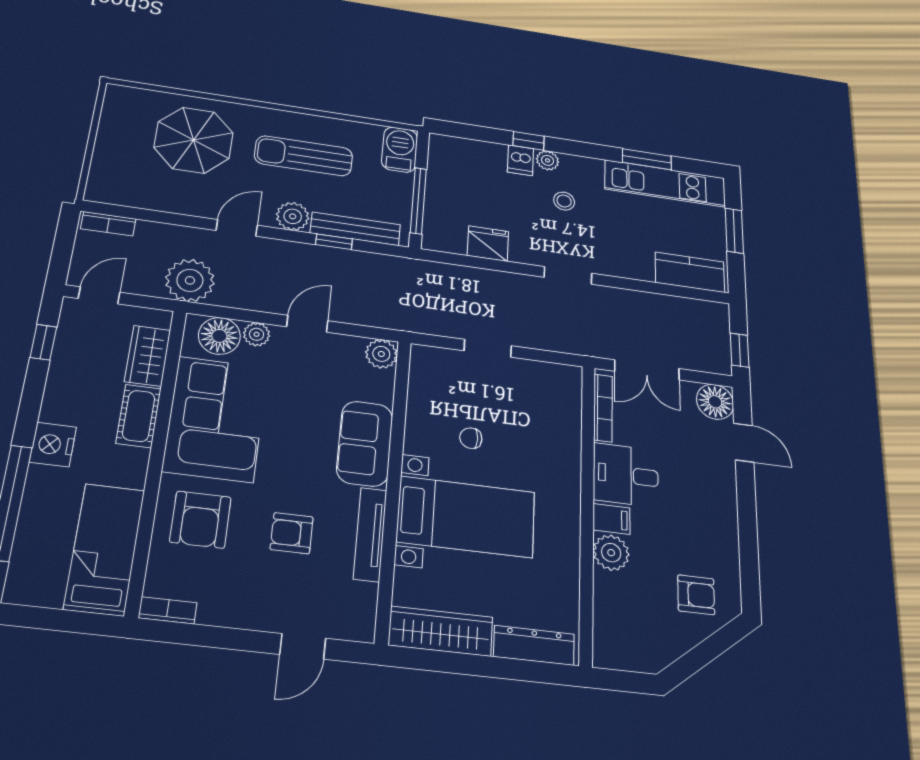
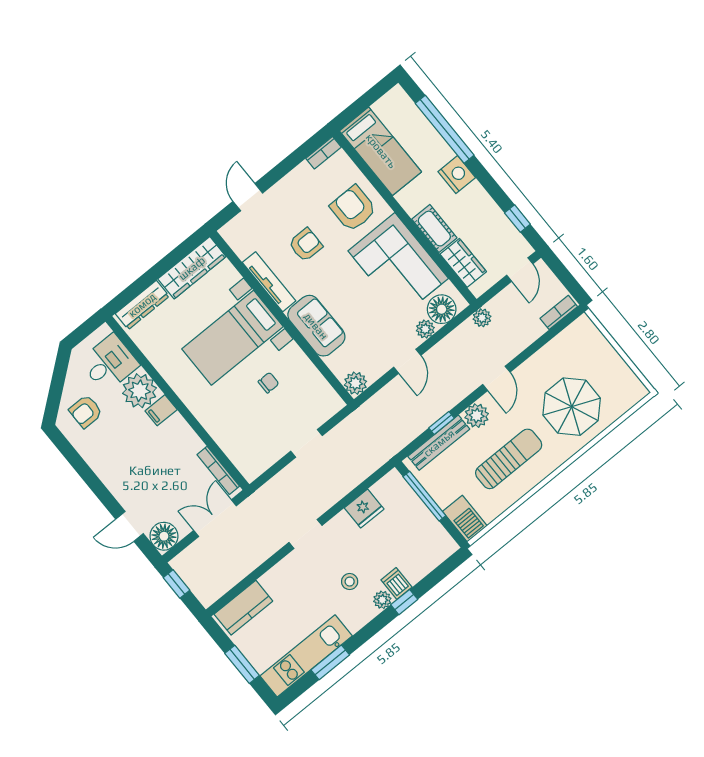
plant: (190, 280) -> (482, 318), width x0.53, depth x0.53
desk: (626, 475) -> (109, 363), moved
plant: (611, 553) -> (140, 391), width x1.36, depth x1.36

